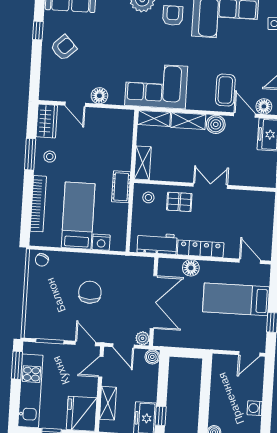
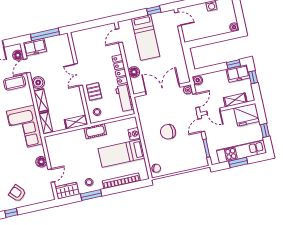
window: (17, 365) -> (238, 162), moved

